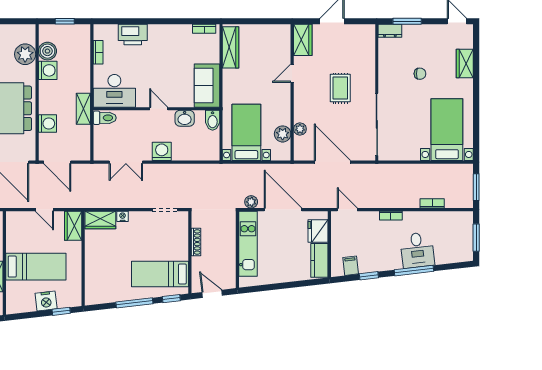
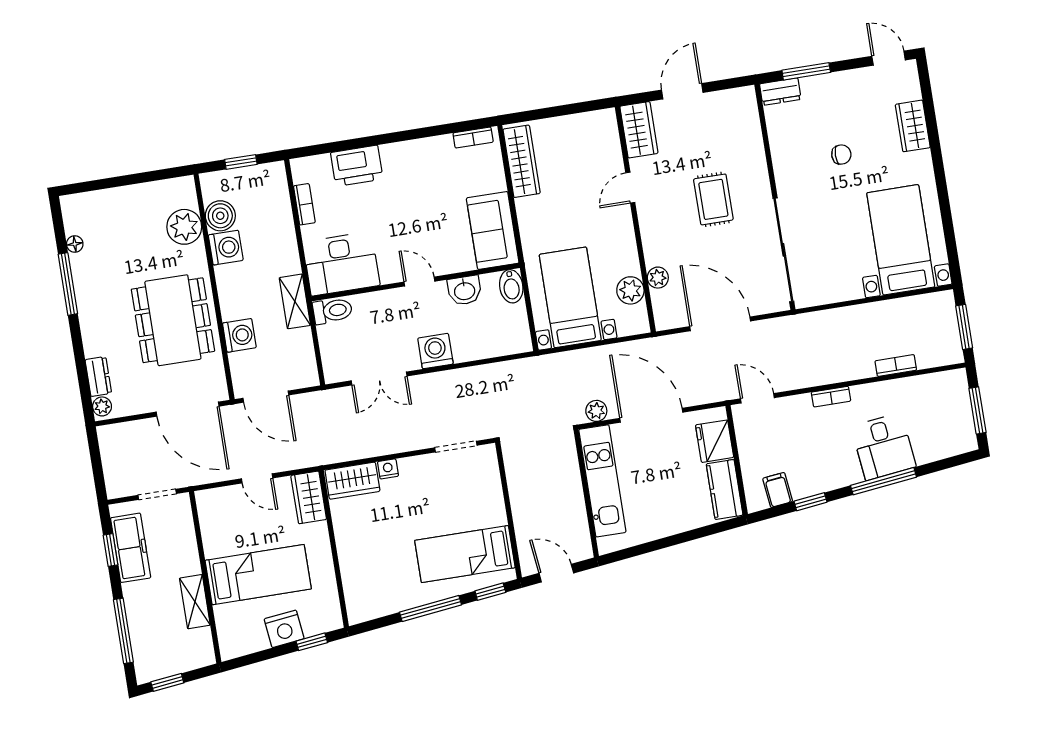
shoe rack: (196, 242) -> (516, 492), removed

